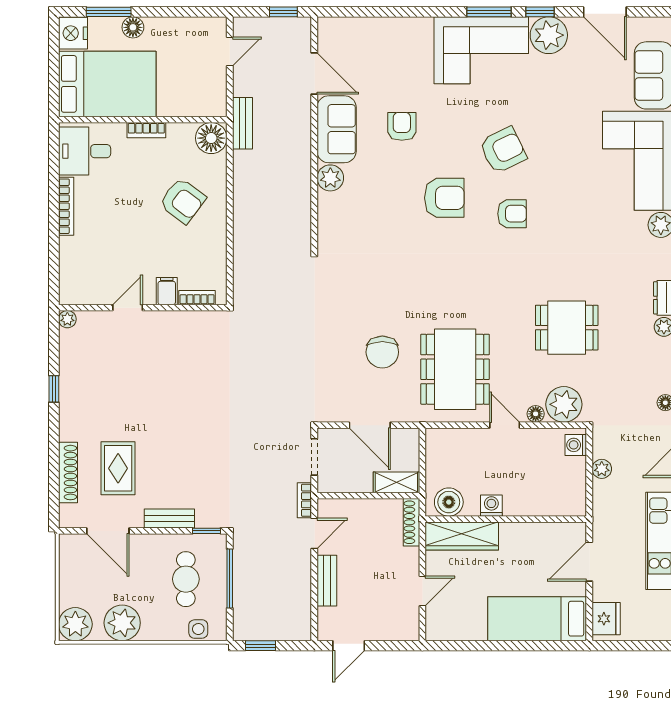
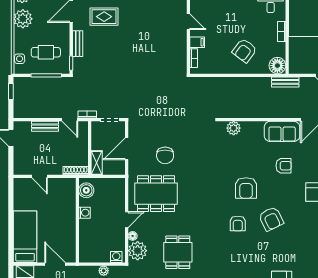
plant: (330, 178) -> (234, 128), moved
chair: (382, 352) -> (165, 155), turned -90
wardrobe: (462, 536) -> (68, 197), removed

